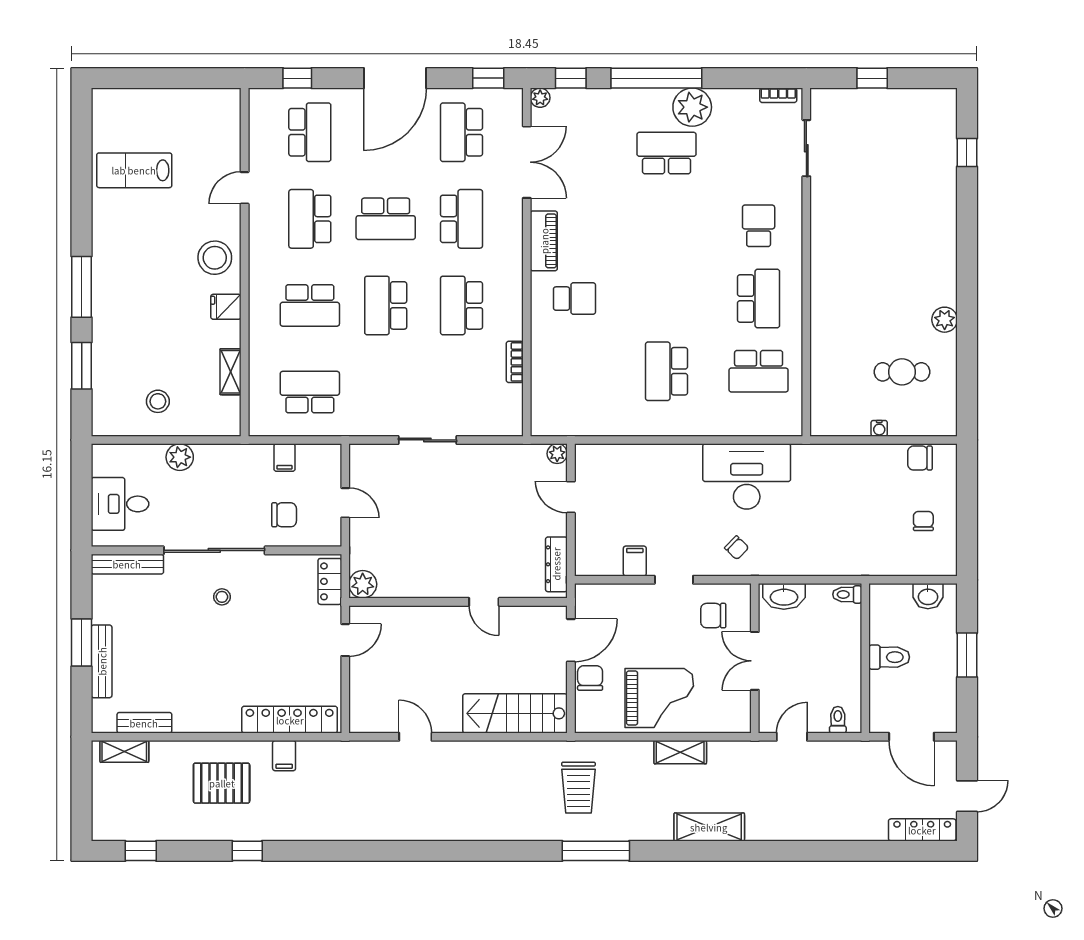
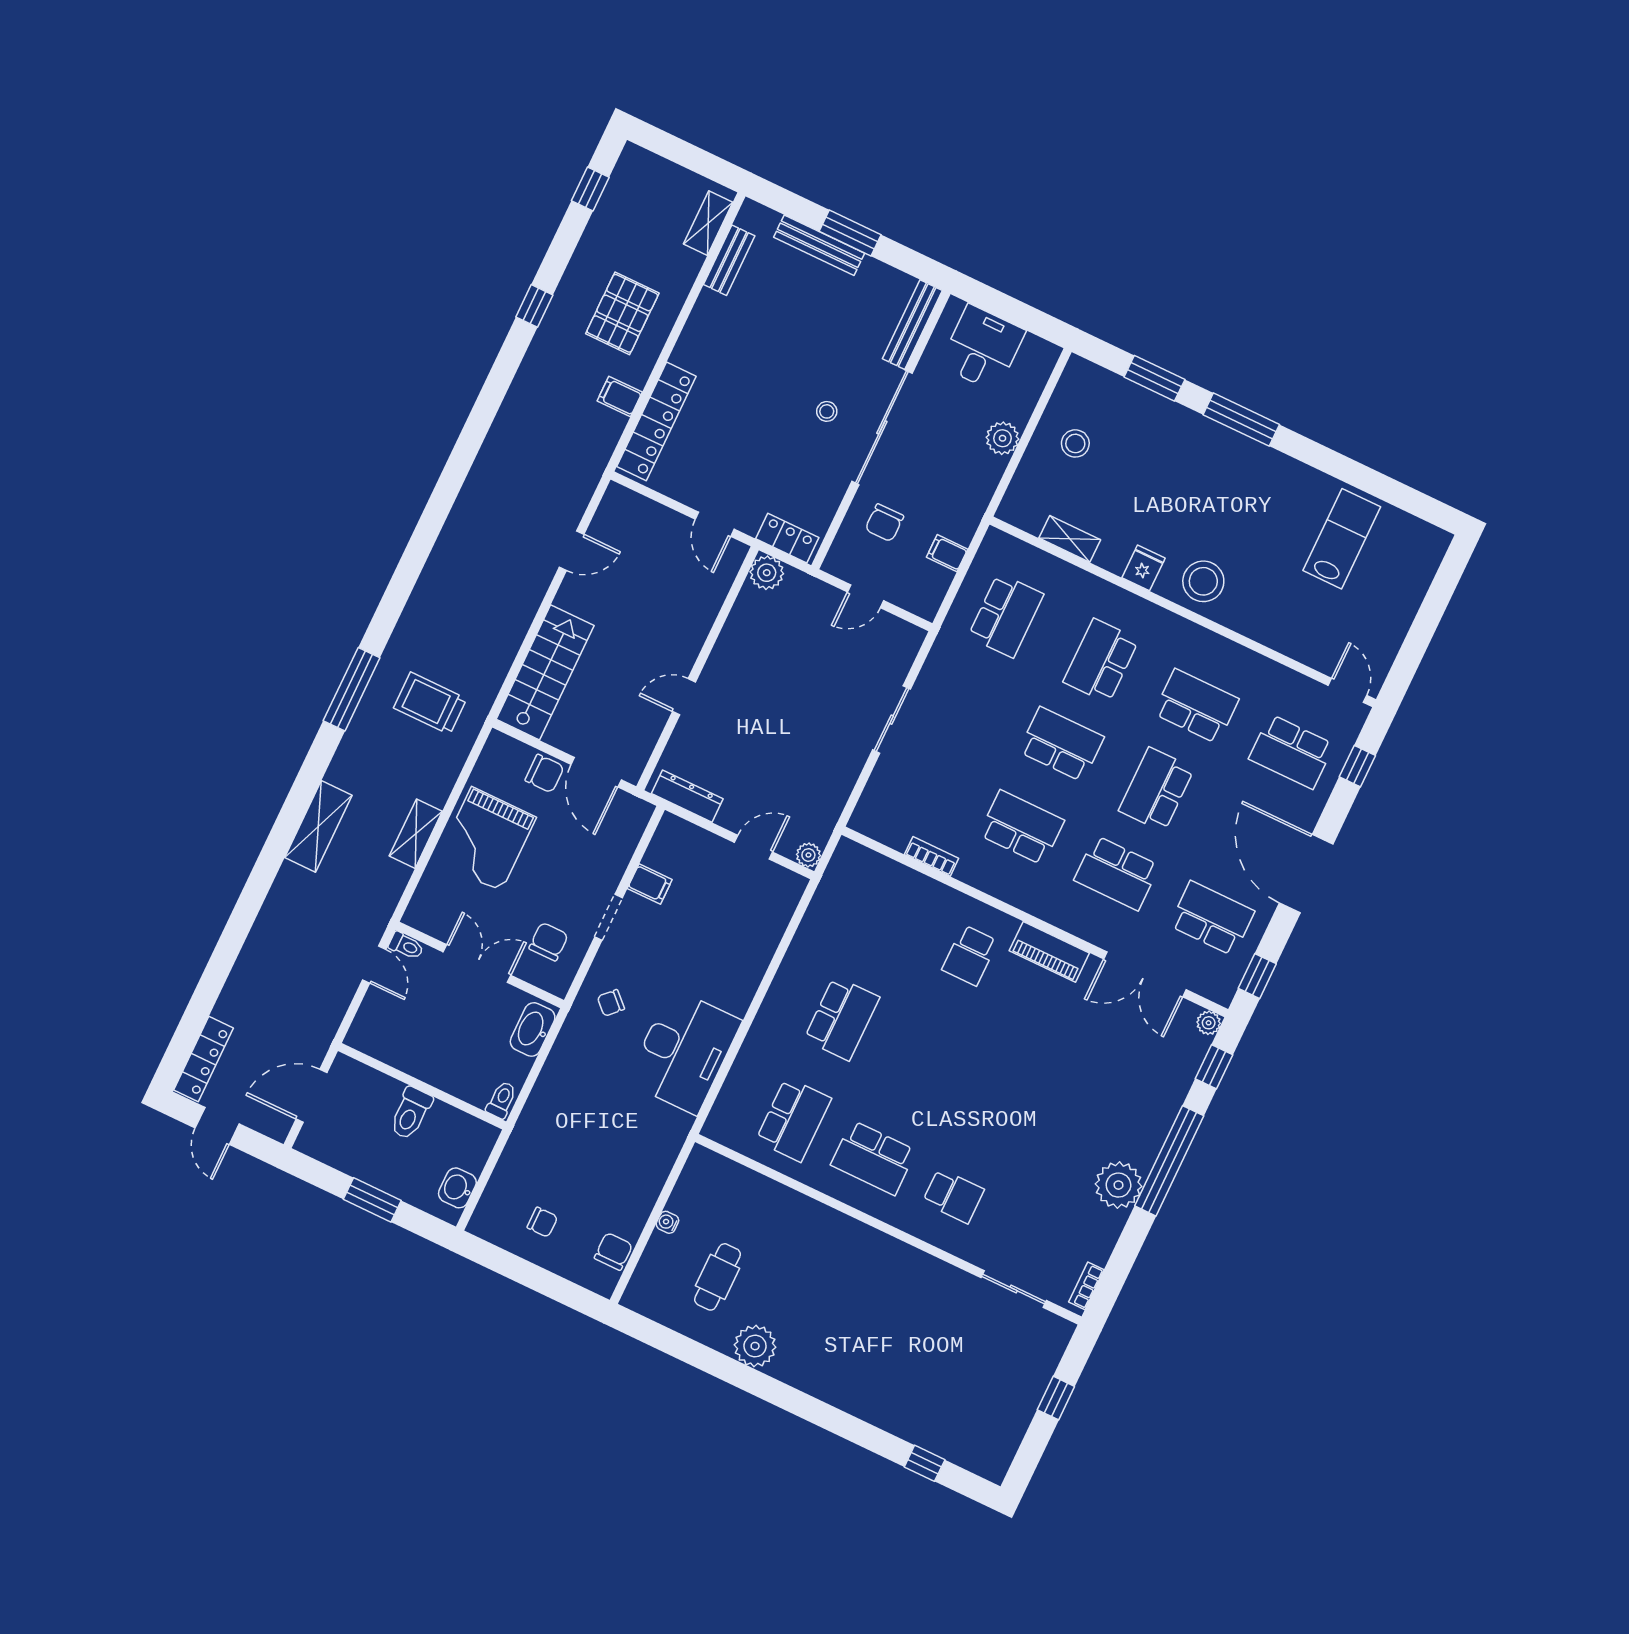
school desk: (667, 153) -> (1082, 1133), removed
door: (245, 188) -> (1347, 690), moved
plant: (945, 320) -> (755, 1346), width x1.36, depth x1.36
school desk: (667, 371) -> (842, 1018), turned 90
school desk: (759, 371) -> (793, 1120), turned 180
toilet: (838, 720) -> (406, 946), moved

